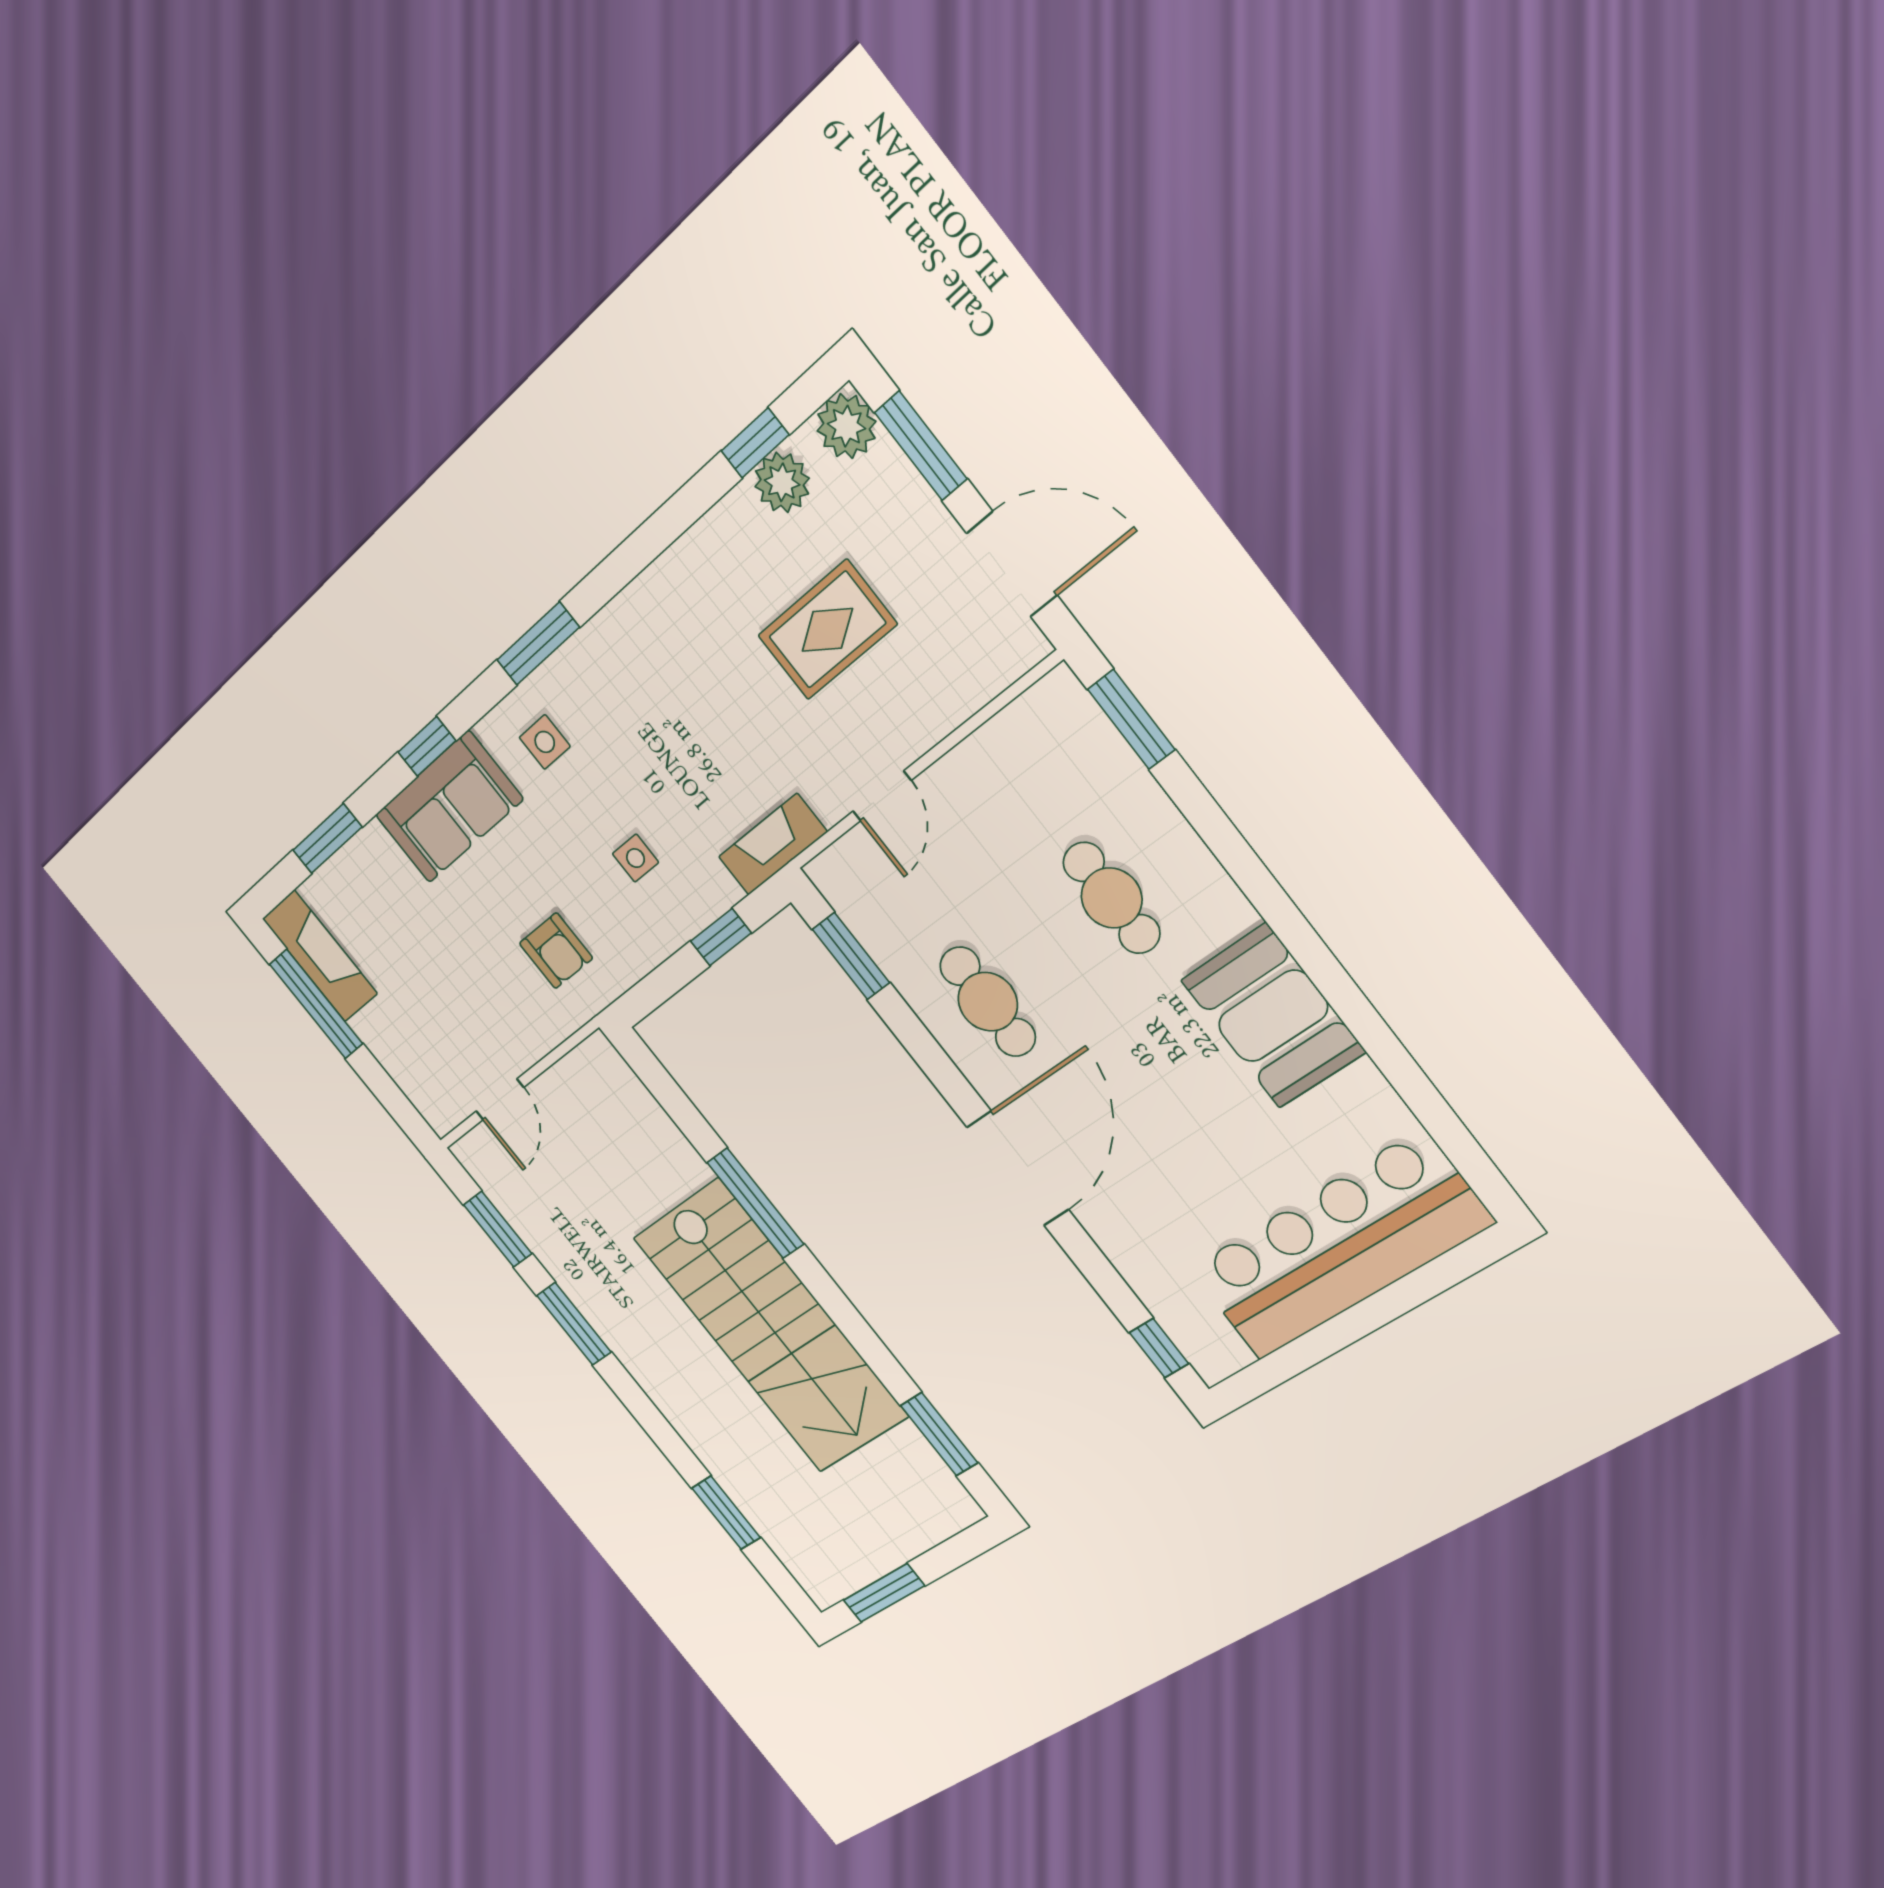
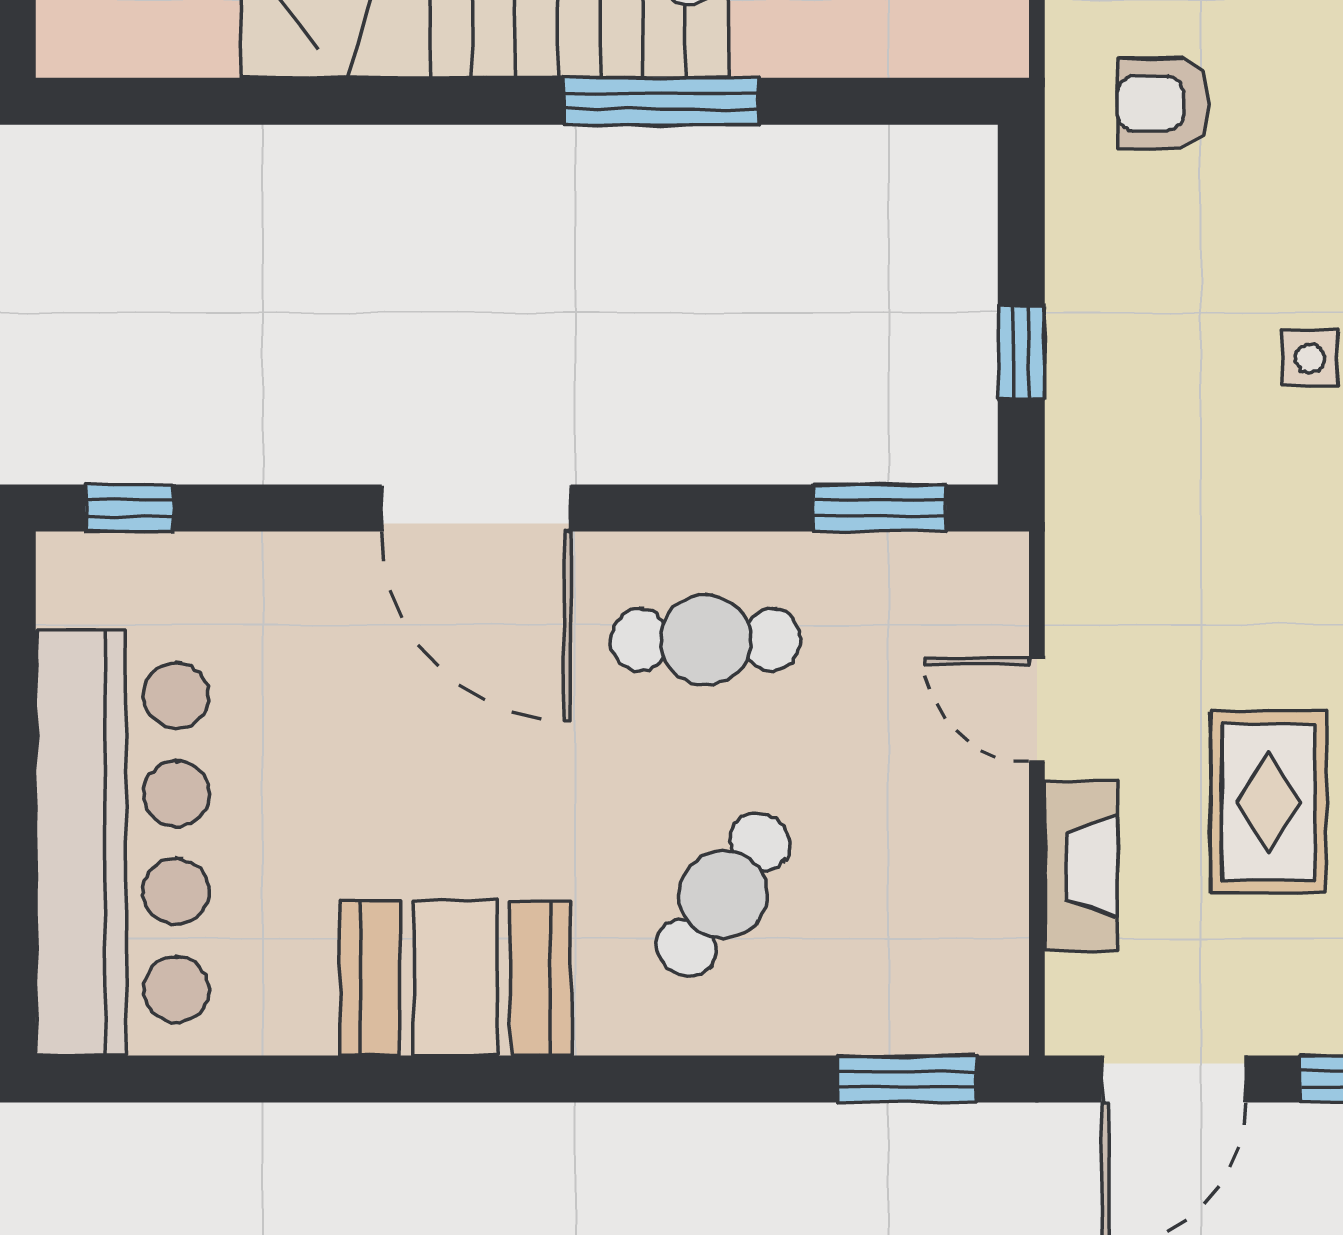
fireplace: (773, 844) -> (1081, 866), moved
side table: (636, 858) -> (1310, 358), moved
cafe table: (1112, 898) -> (723, 894), turned -55
window: (939, 1434) -> (192, 101), removed

